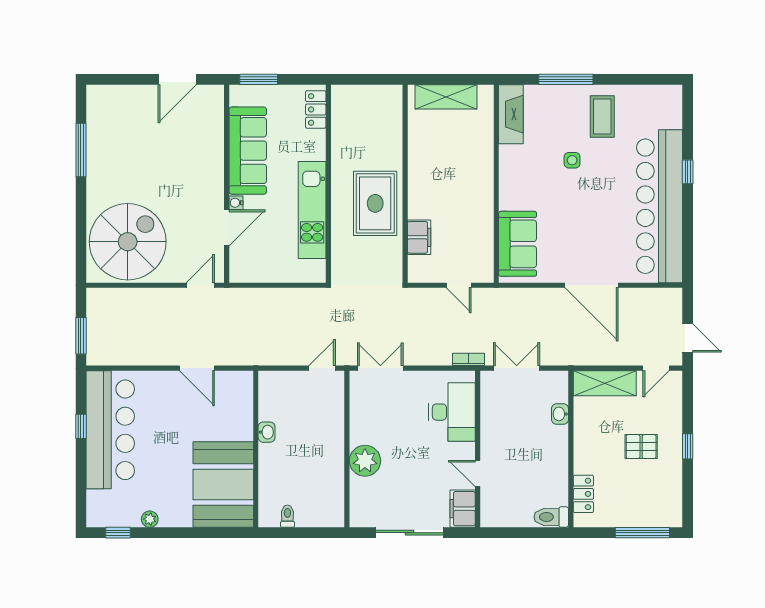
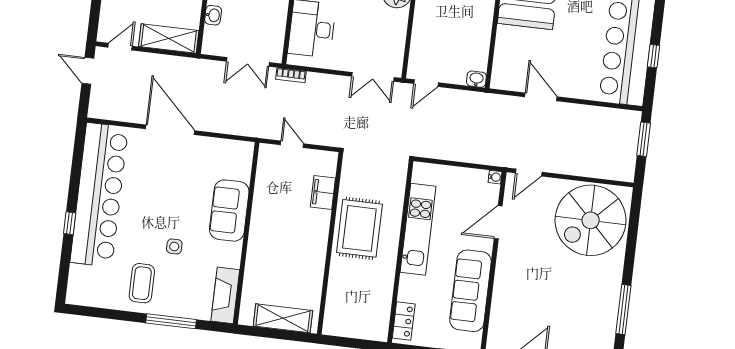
water cooler: (236, 203) -> (495, 177), moved
sofa: (518, 244) -> (229, 211), moved
washbasin: (267, 432) -> (476, 79), moved, turned 90

